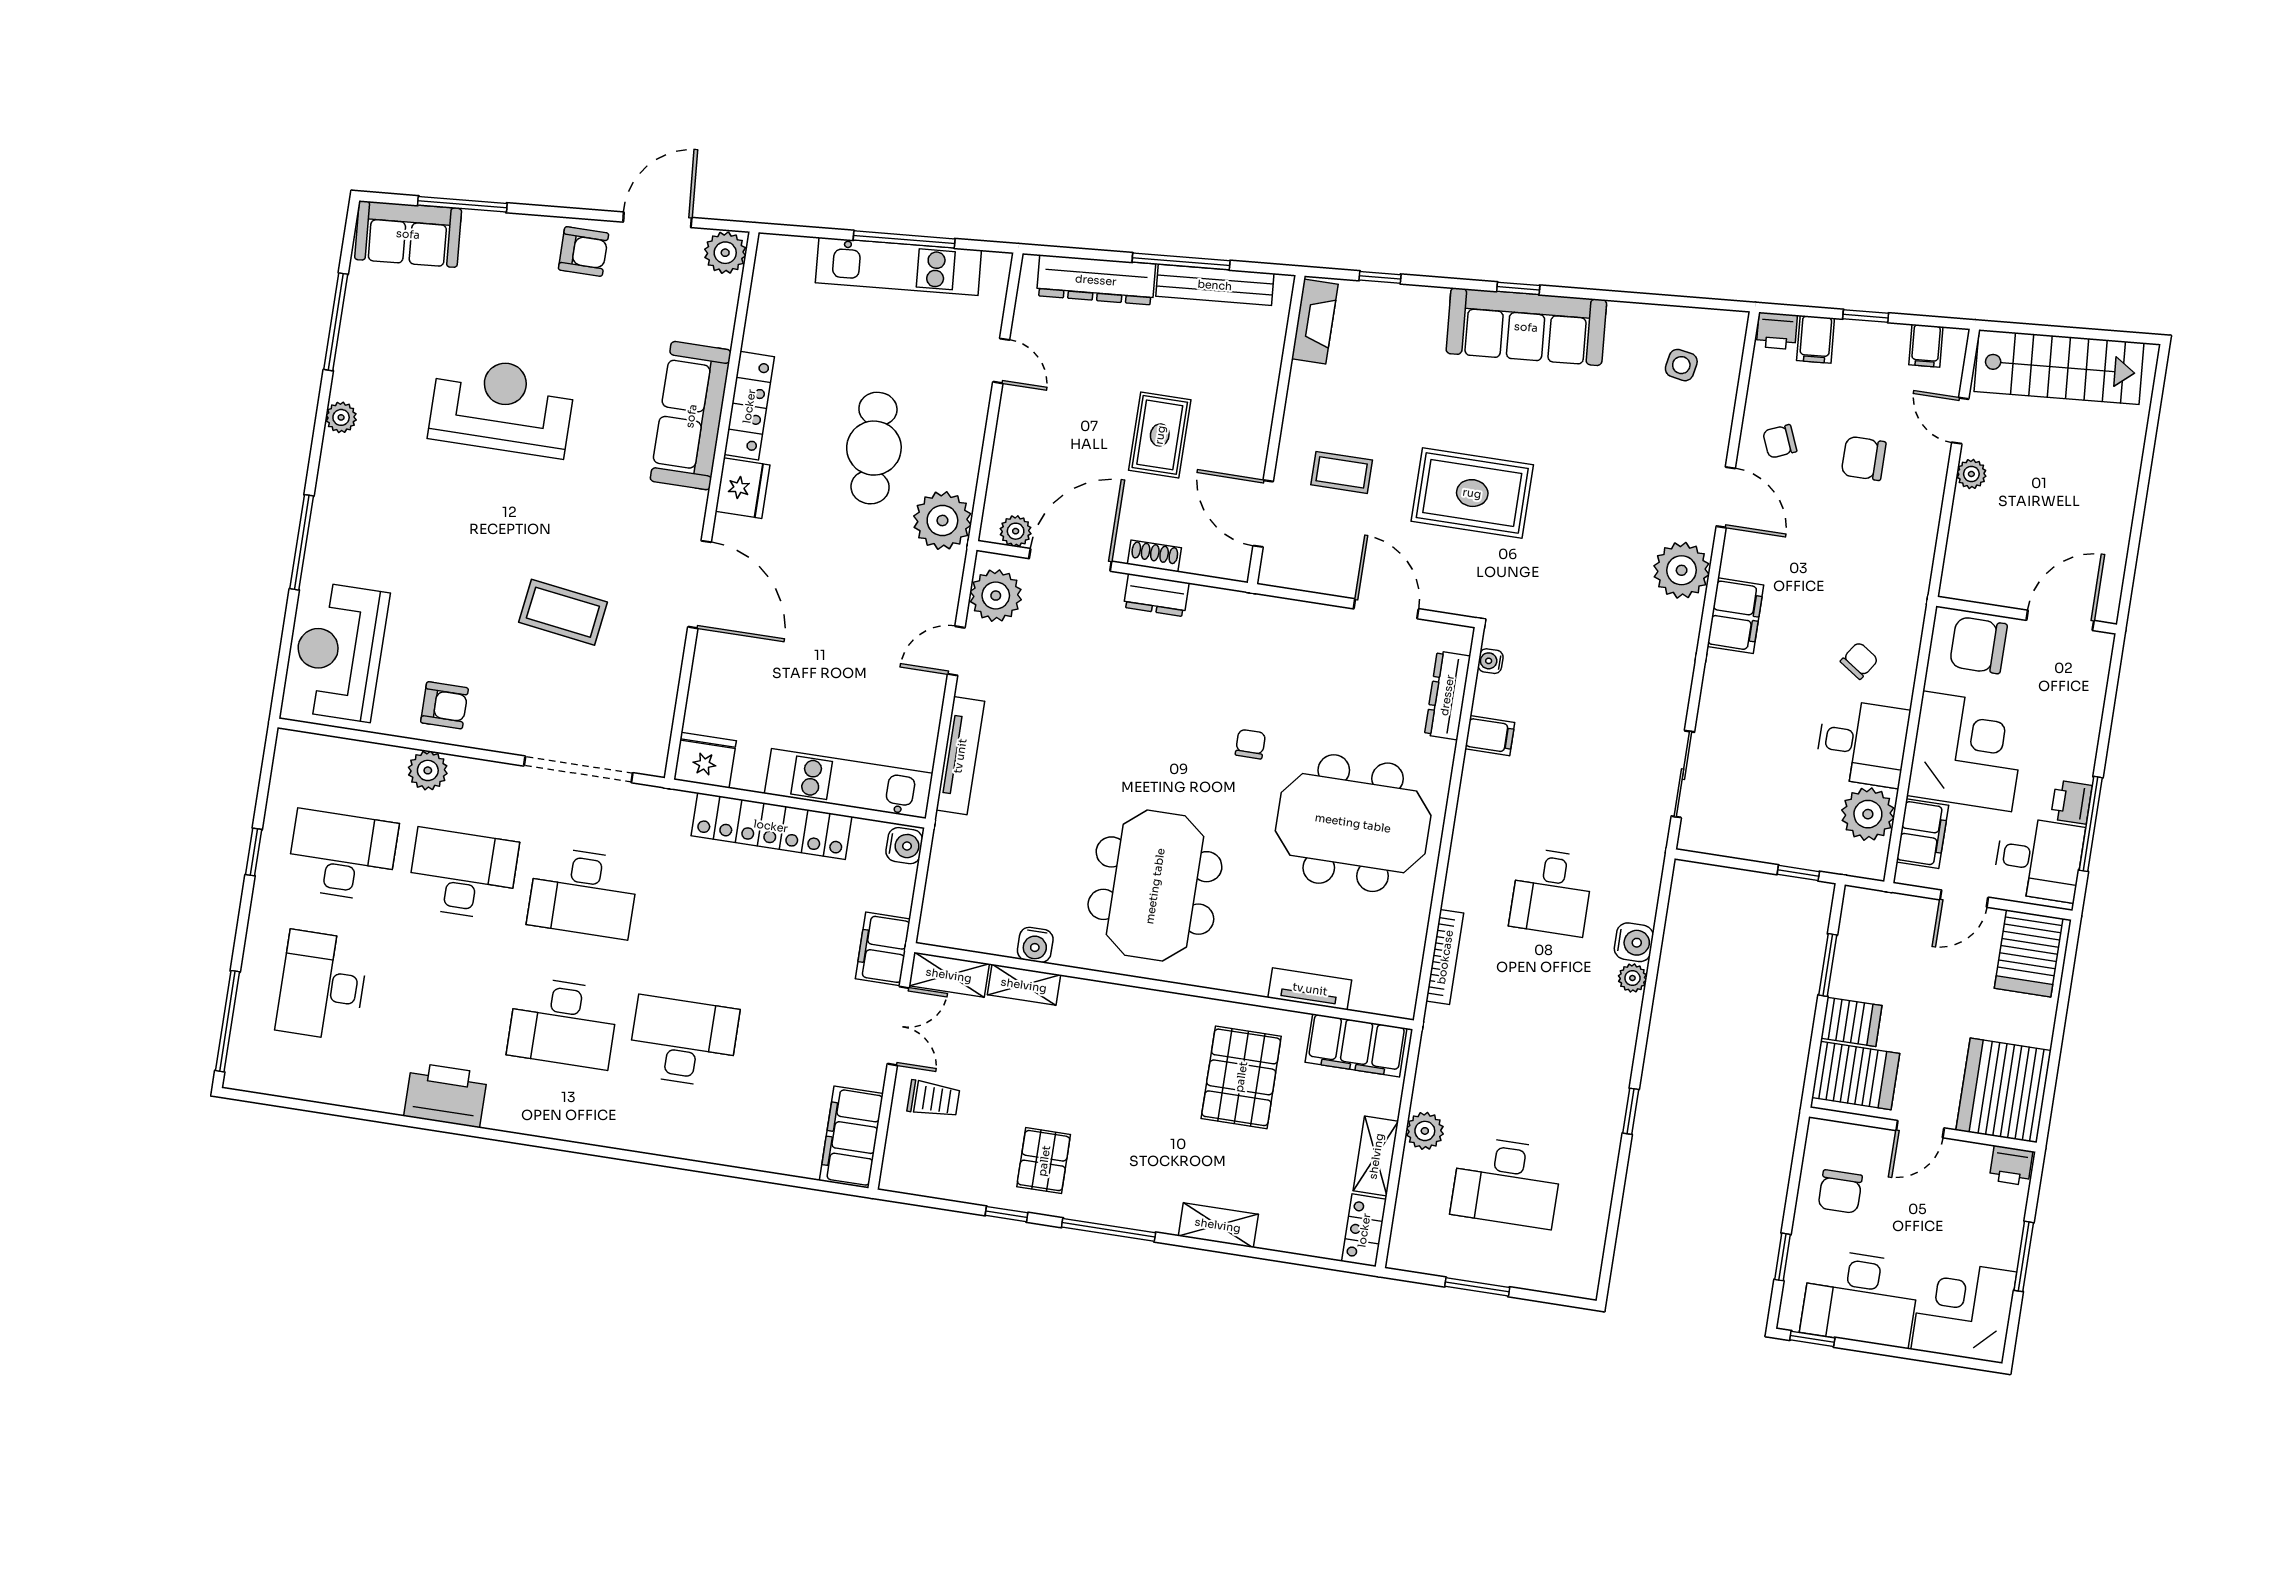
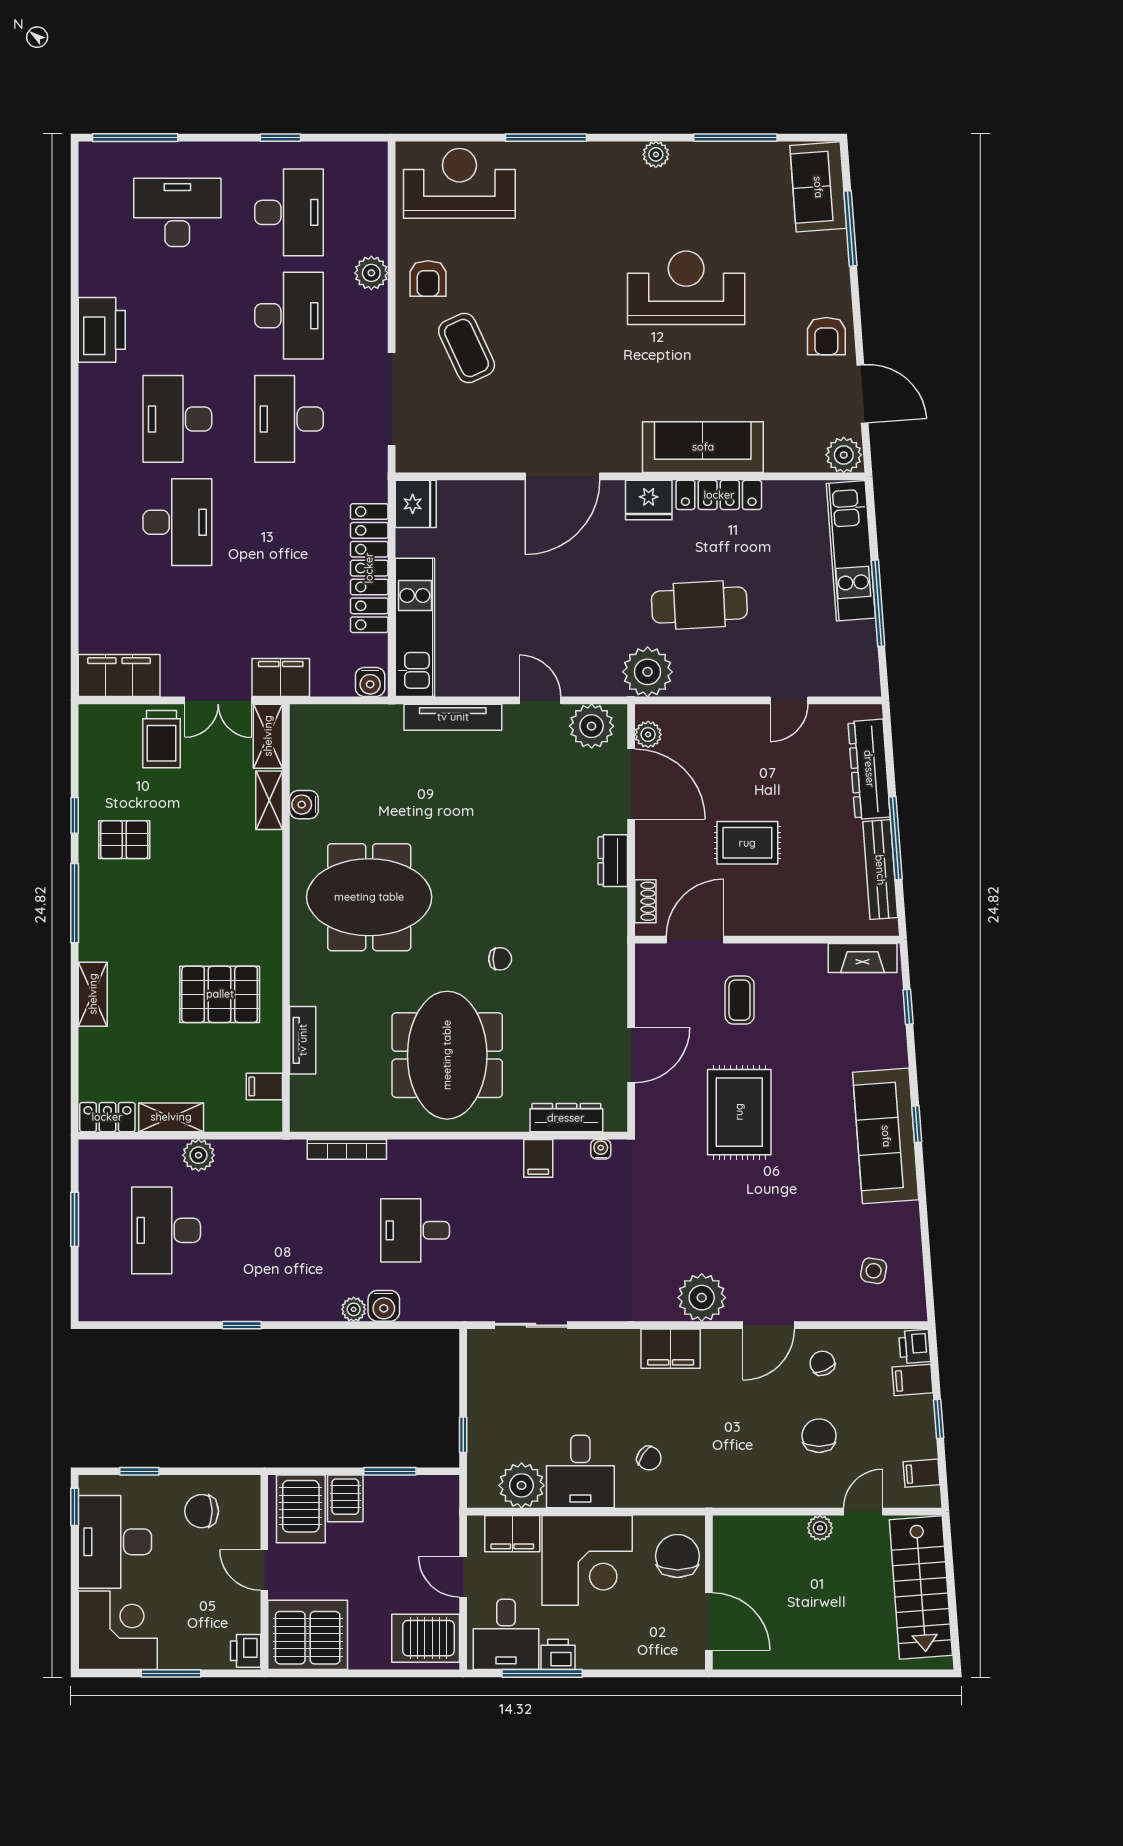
kitchen unit: (898, 266) -> (851, 551), moved
reception desk: (502, 406) -> (686, 288), turned -90
shoe rack: (1154, 556) -> (645, 901), moved
coffee table: (563, 612) -> (467, 348), moved, turned -33
filing cabinet: (1356, 1045) -> (264, 1086), width x0.33, depth x0.86
trolley: (933, 1099) -> (162, 739), width x1.36, depth x1.39

